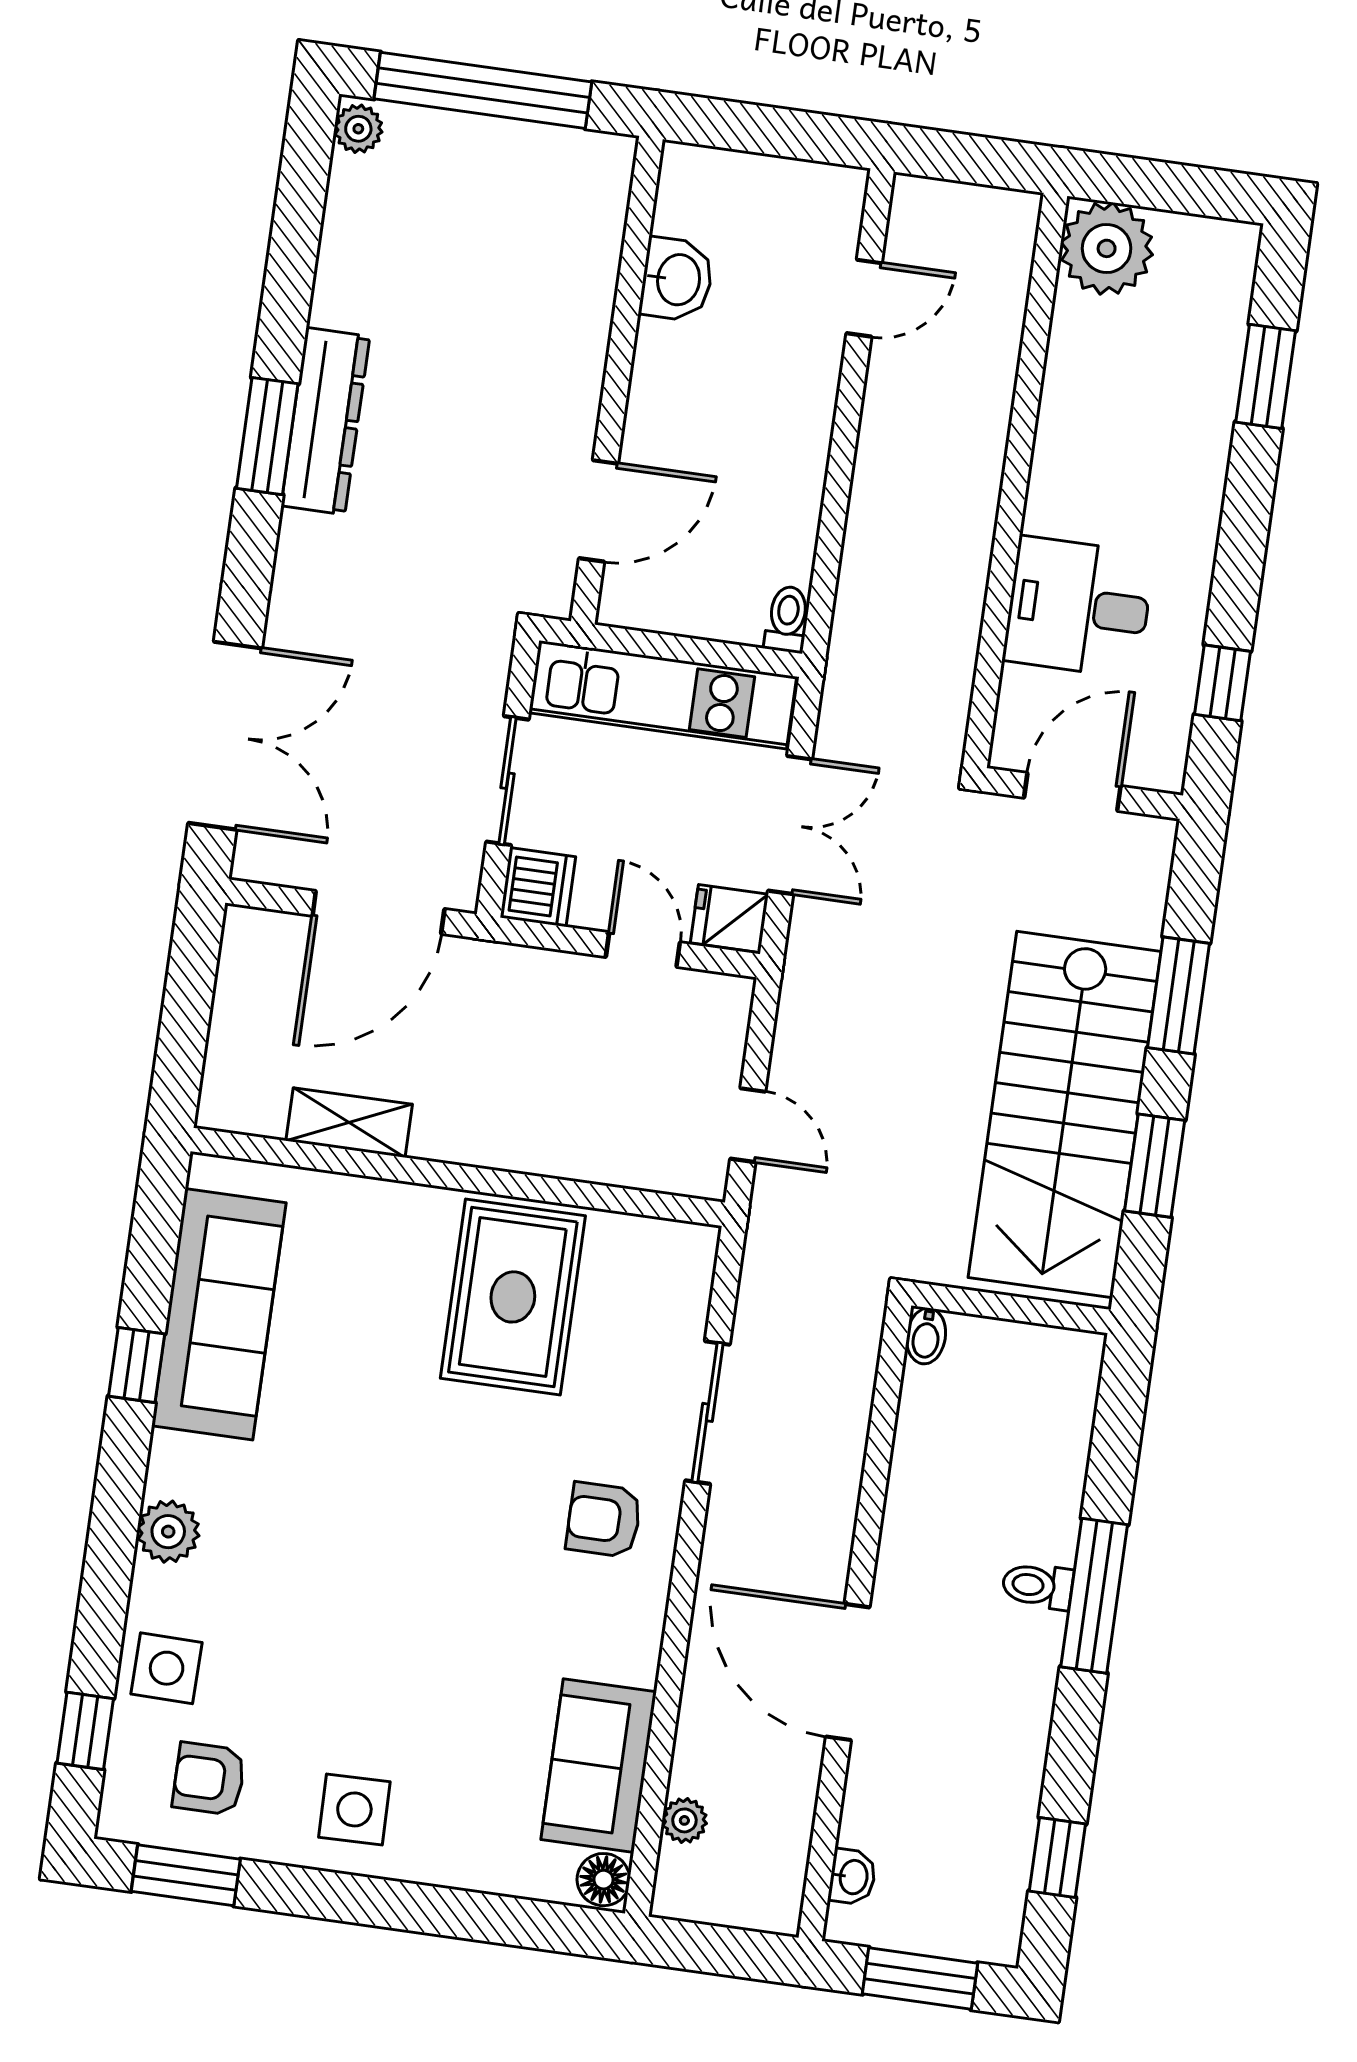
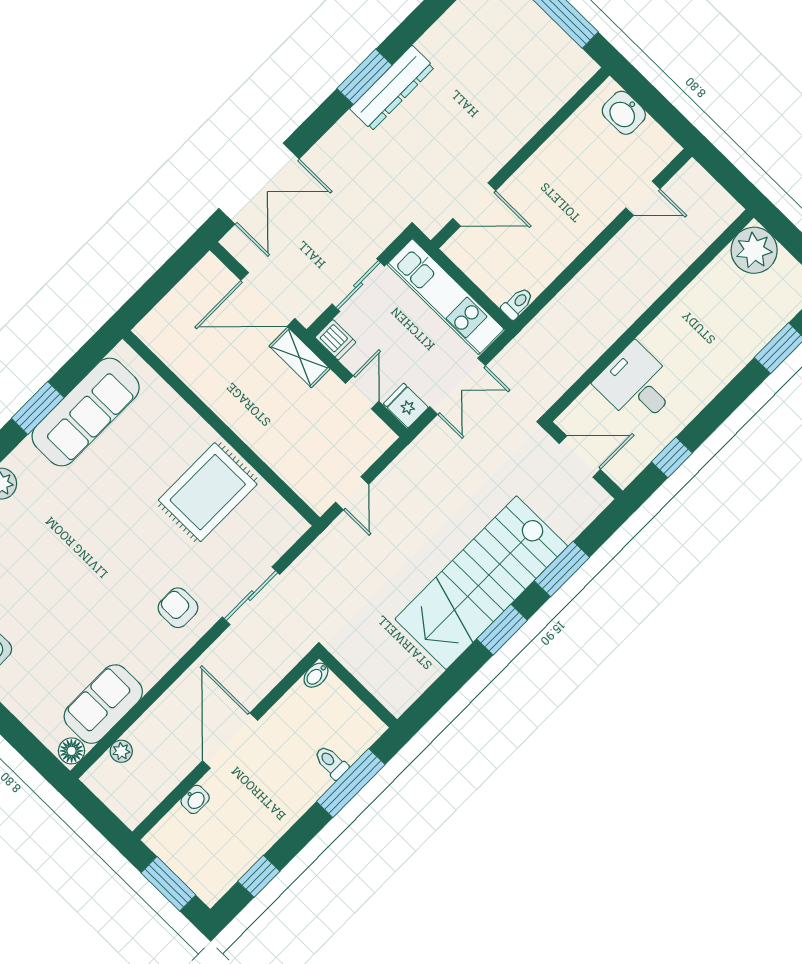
washbasin: (677, 279) -> (624, 113), moved, turned 90
dishwasher: (538, 887) -> (335, 340), width x0.73
shelving: (349, 1123) -> (300, 357), moved
wall: (1011, 1308) -> (358, 689), moved
bidet: (926, 1336) -> (316, 675), moved
window: (137, 1365) -> (38, 408), width x1.50
washbasin: (852, 1877) -> (195, 799), moved

